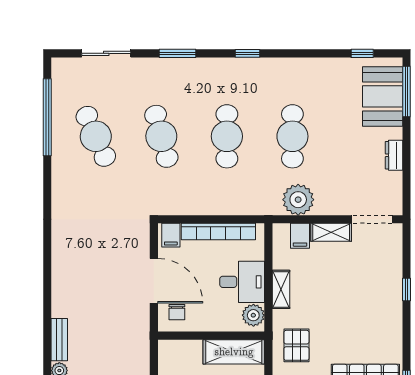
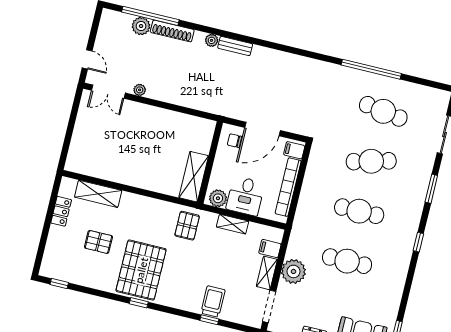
window: (47, 117) -> (371, 69), moved
cafe table: (96, 136) -> (383, 111), turned 33
plant: (298, 200) -> (293, 271), moved
trolley: (383, 290) -> (213, 301), added
pallet: (296, 345) -> (187, 226), turned 90

